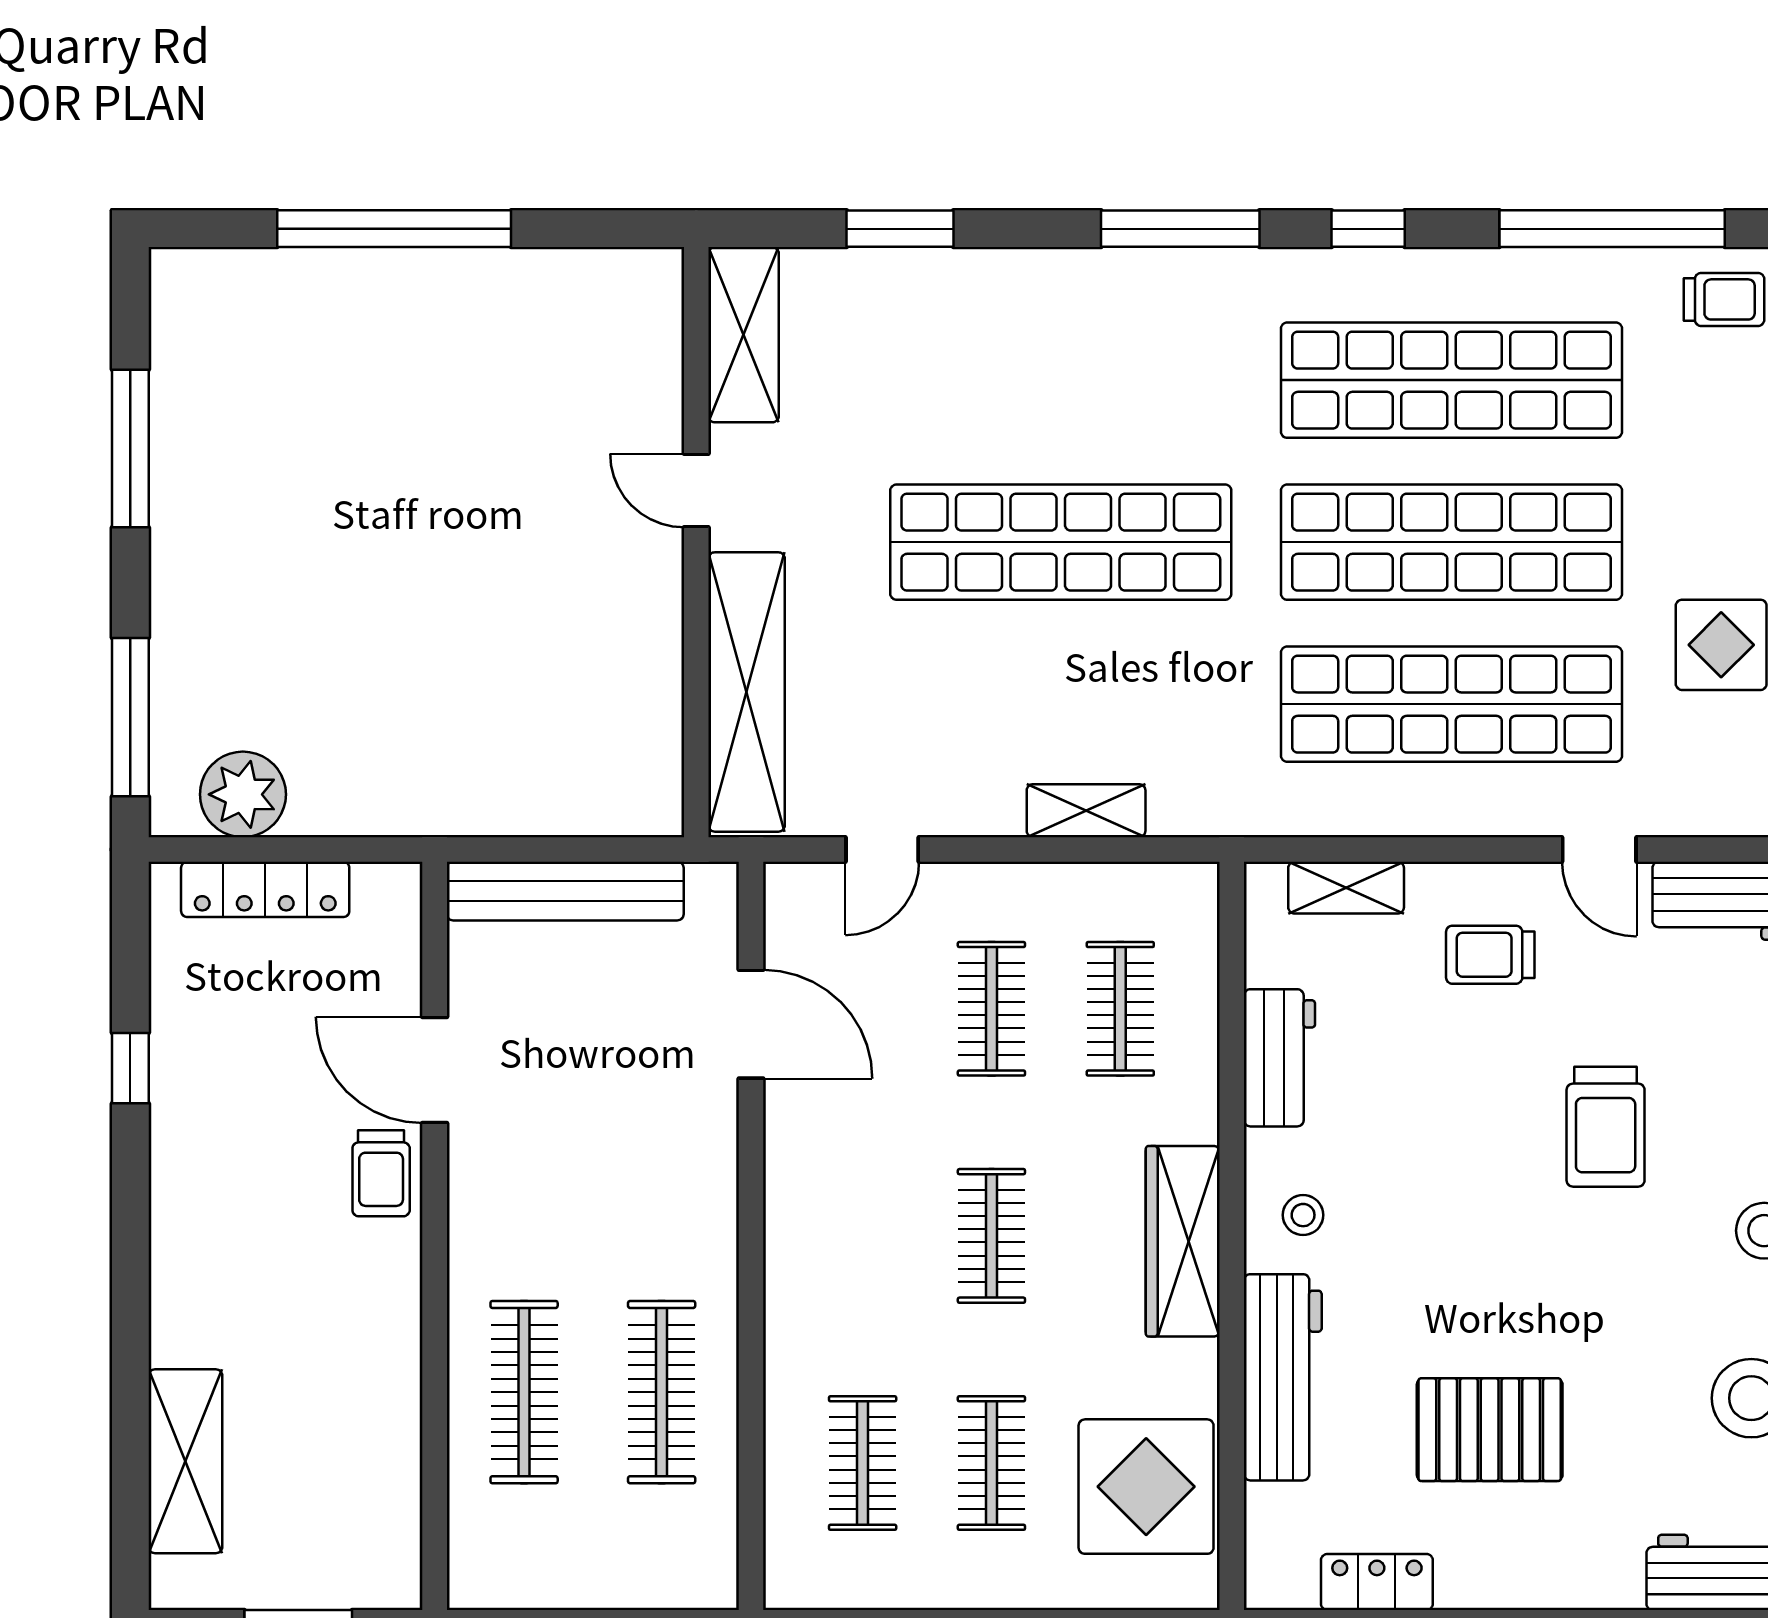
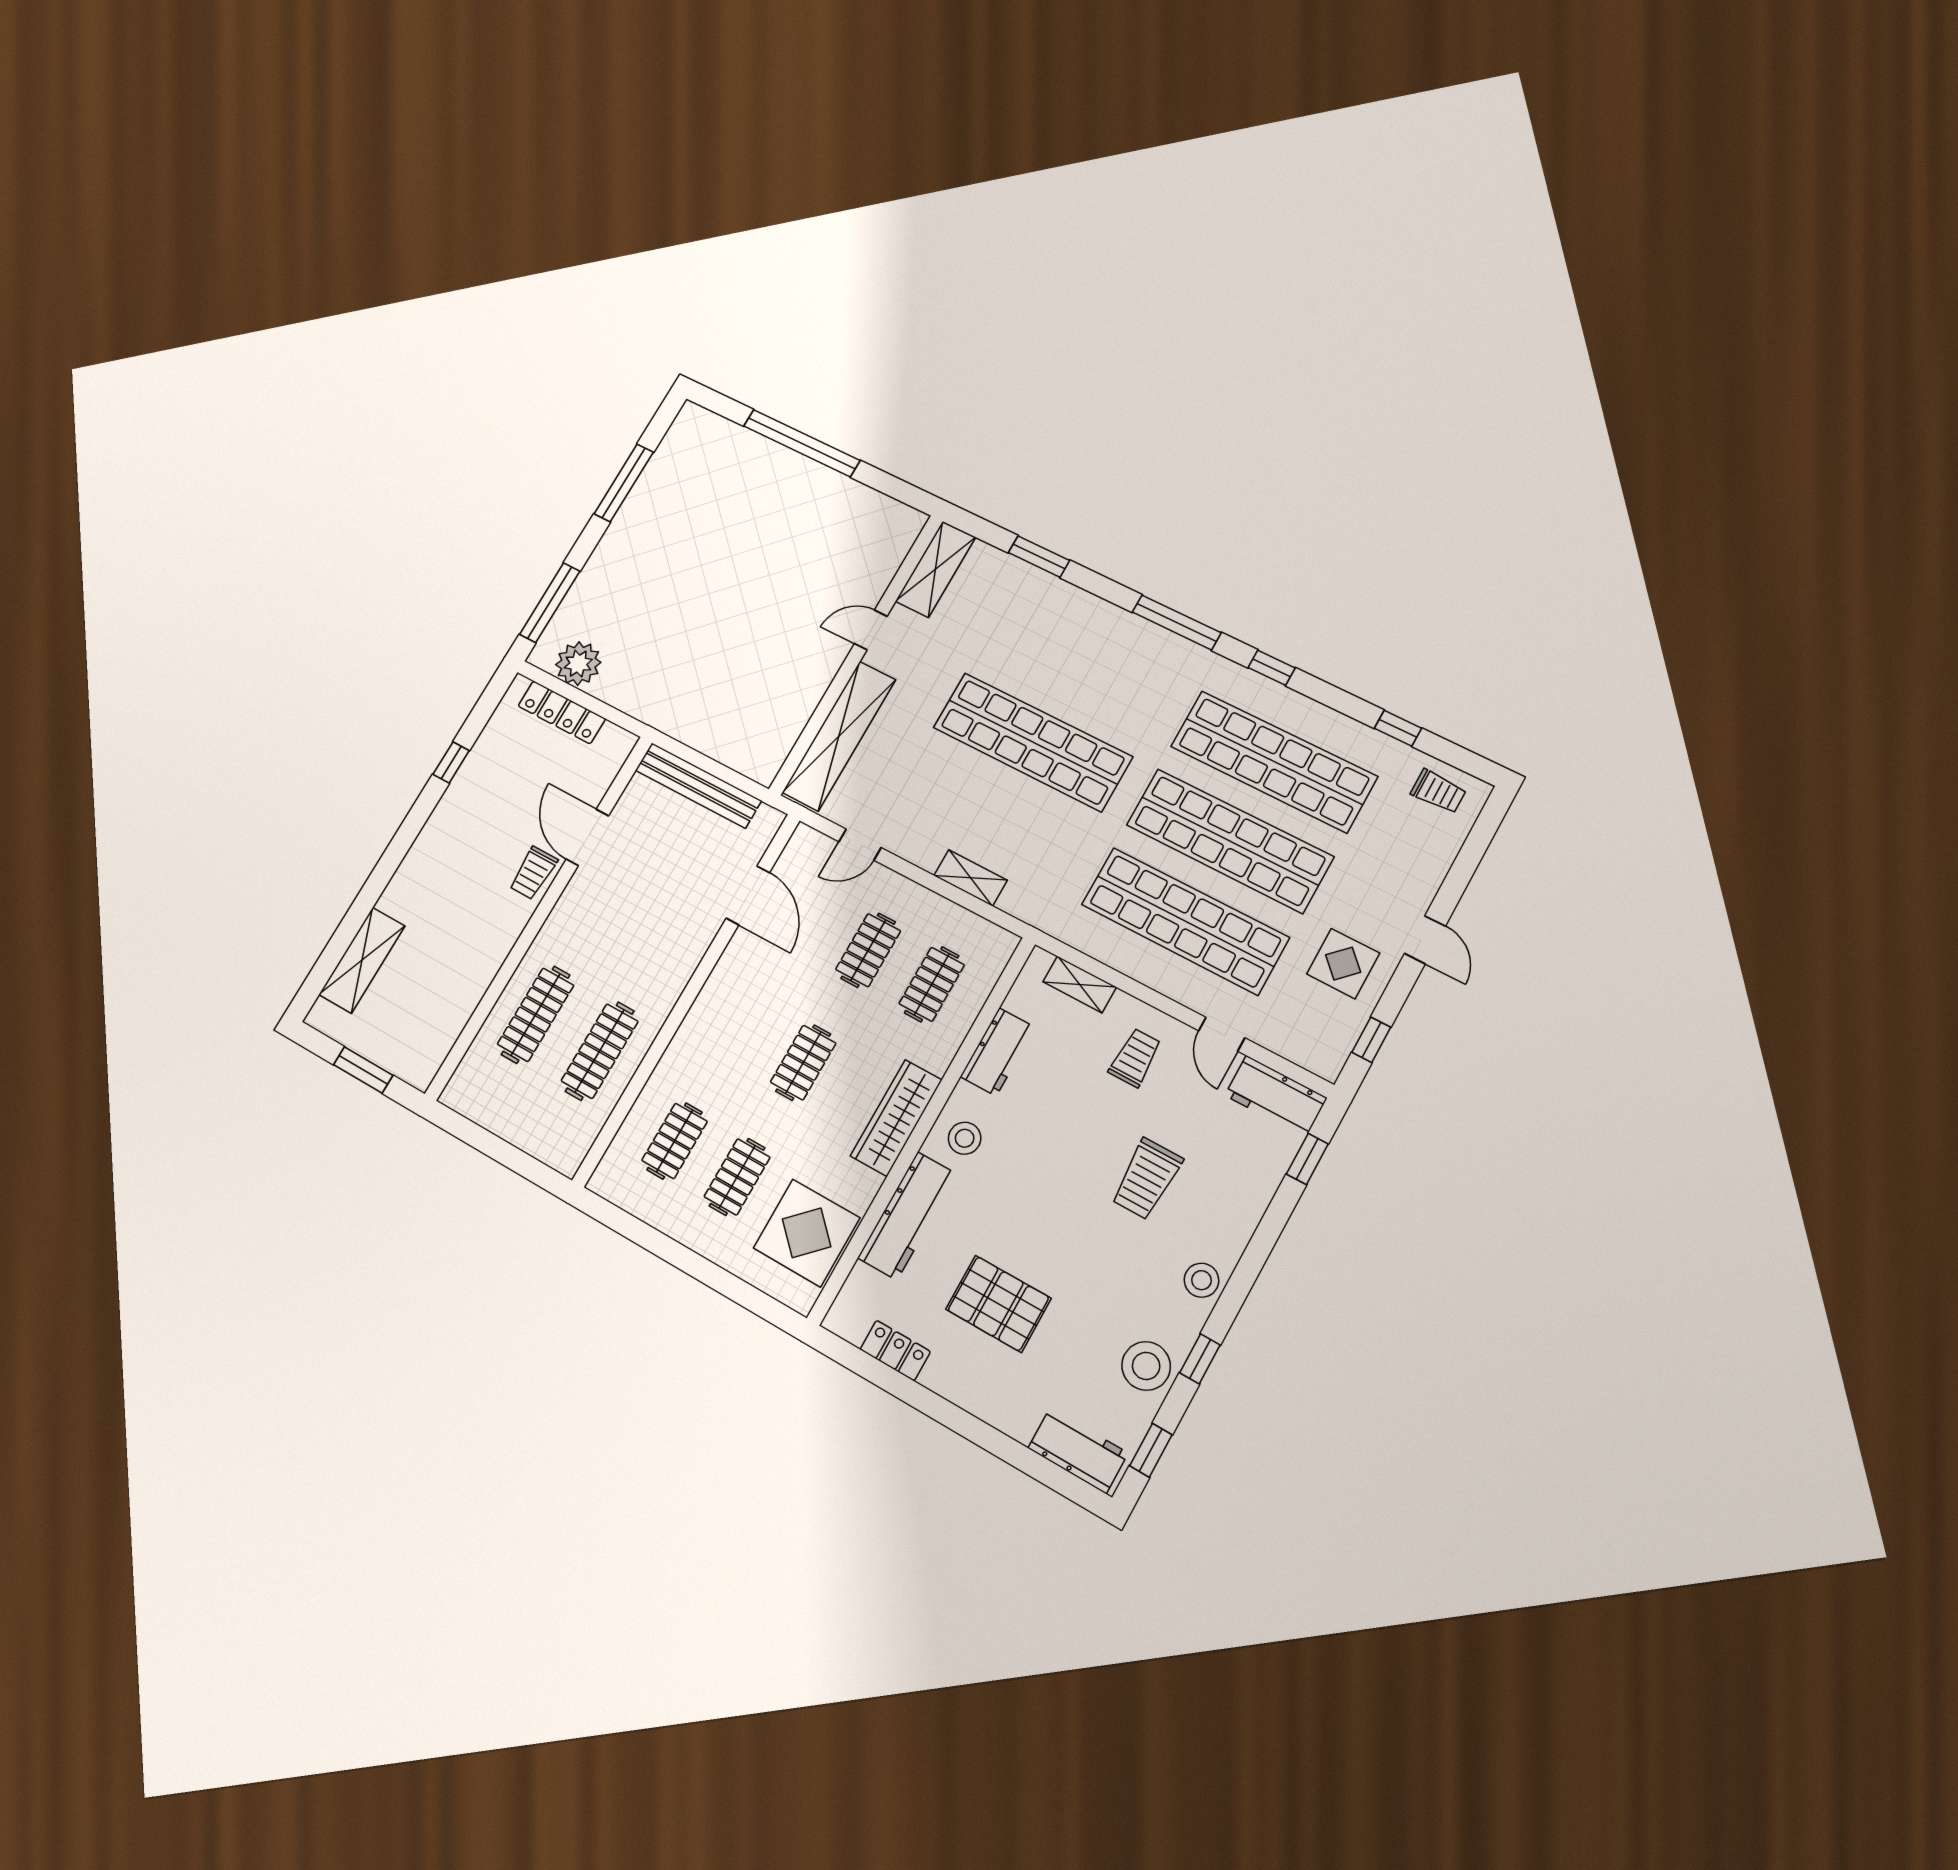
window: (1612, 229) -> (1398, 728), width x0.32
door: (696, 491) -> (871, 630), hinge flipped
trolley: (1490, 955) -> (1135, 1058), turned 90
stool: (1303, 1215) -> (965, 1138), width x1.37, depth x1.37

